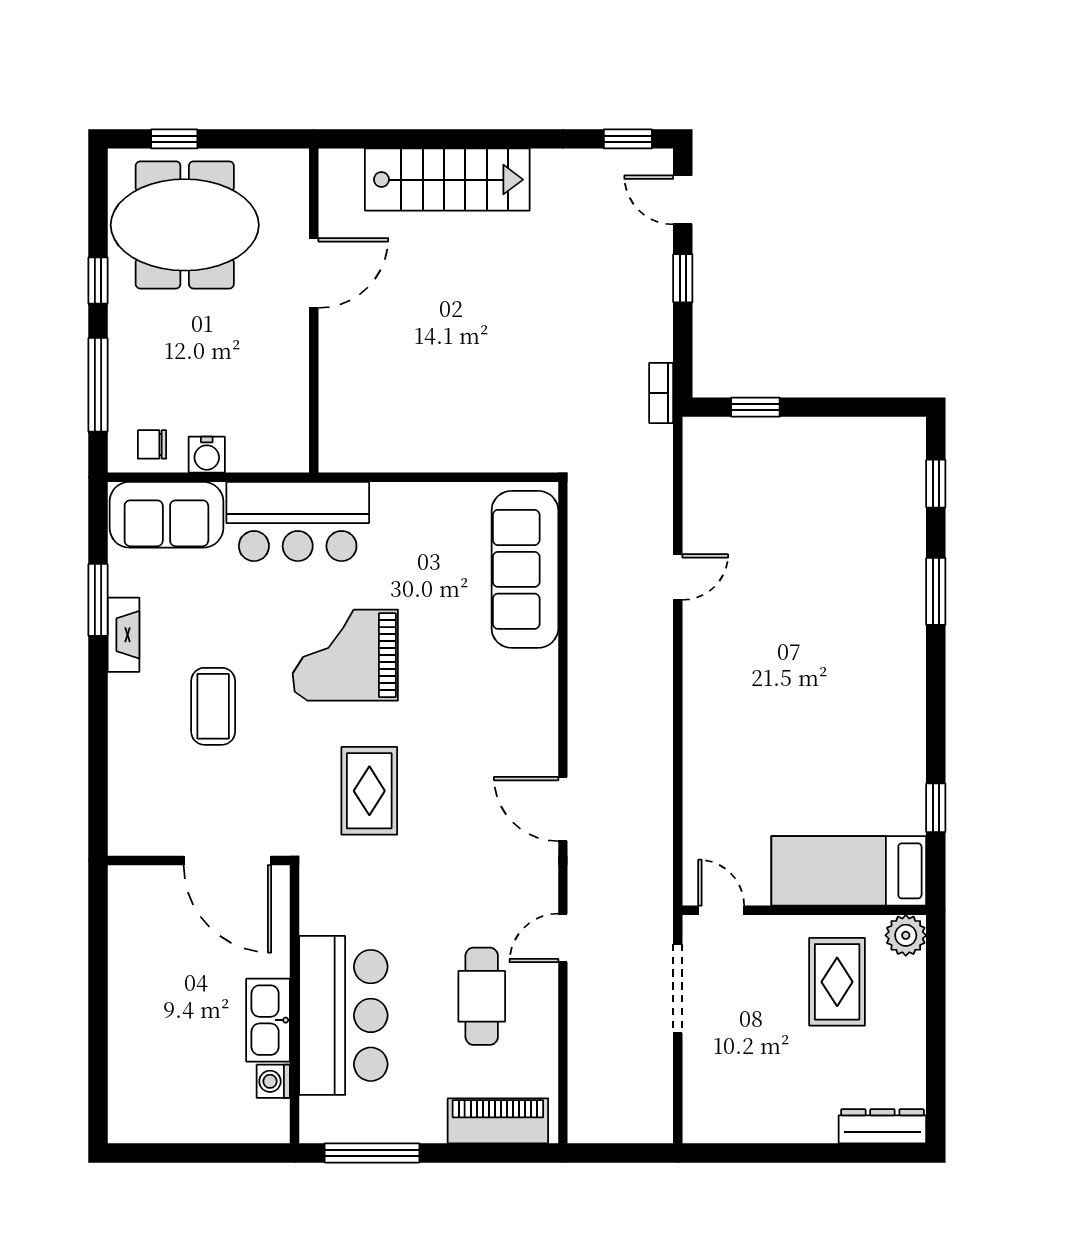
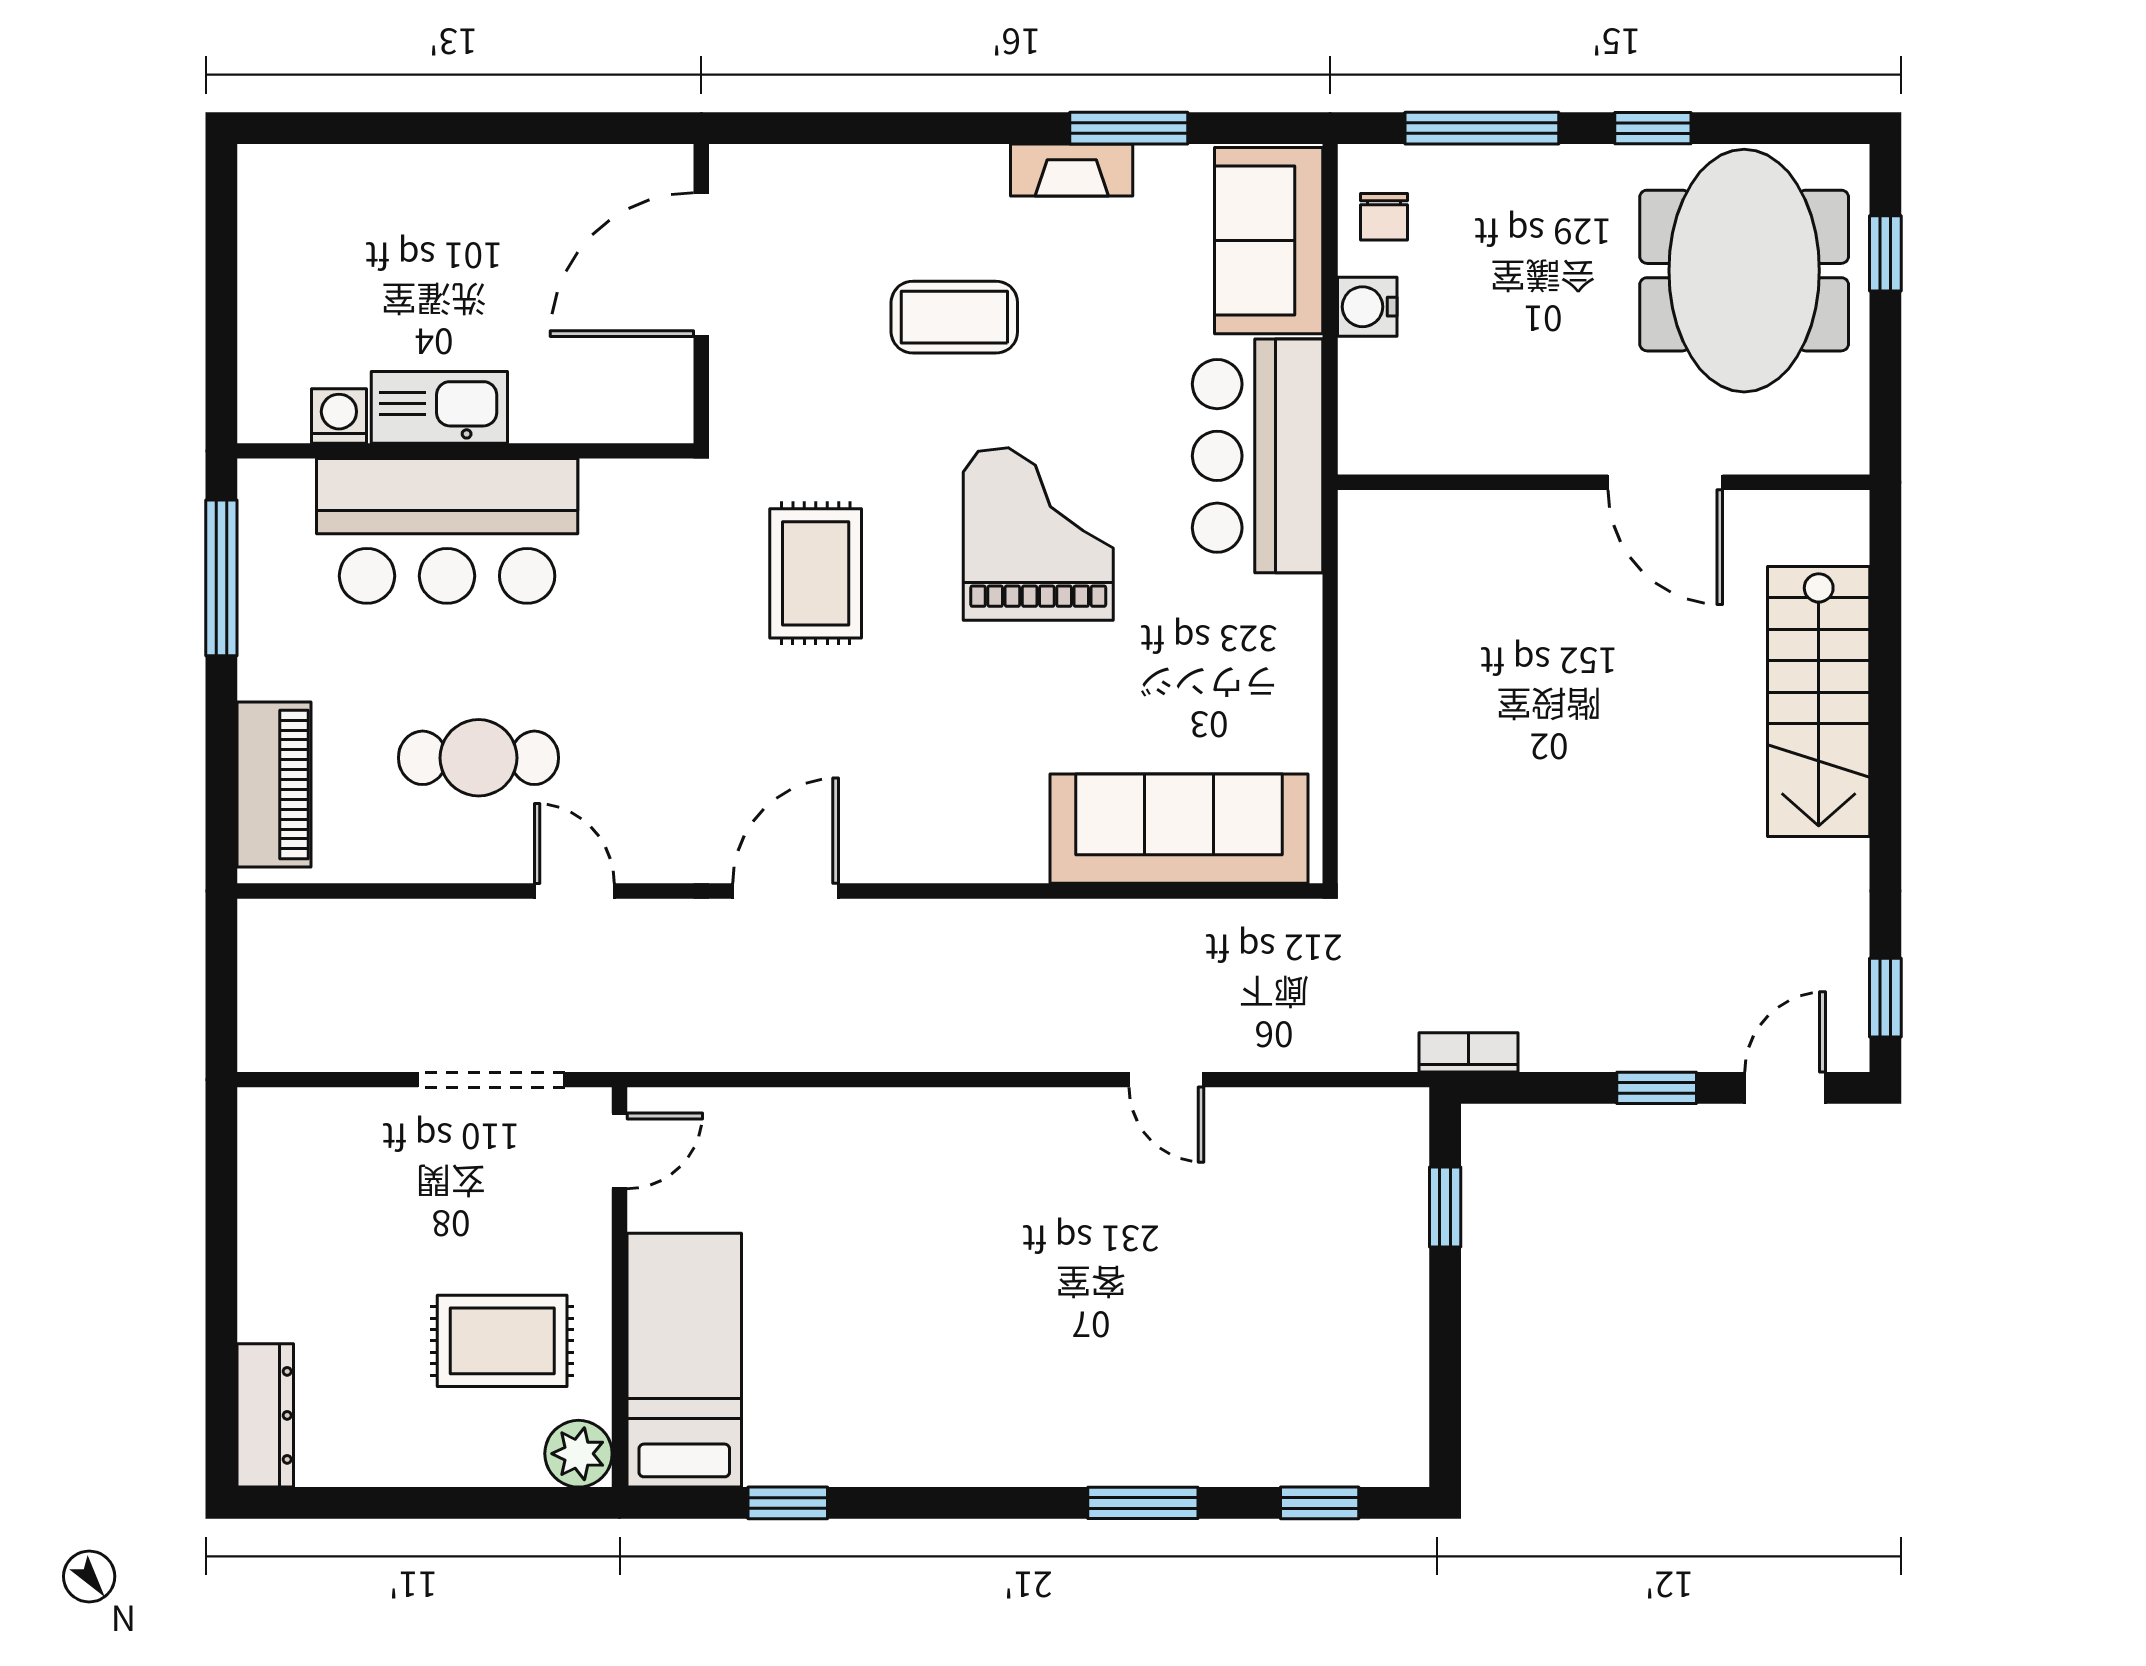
chair: (152, 444) -> (1384, 217), turned 180
rug: (369, 791) -> (816, 573), turned 90
door: (227, 861) -> (701, 265), moved

